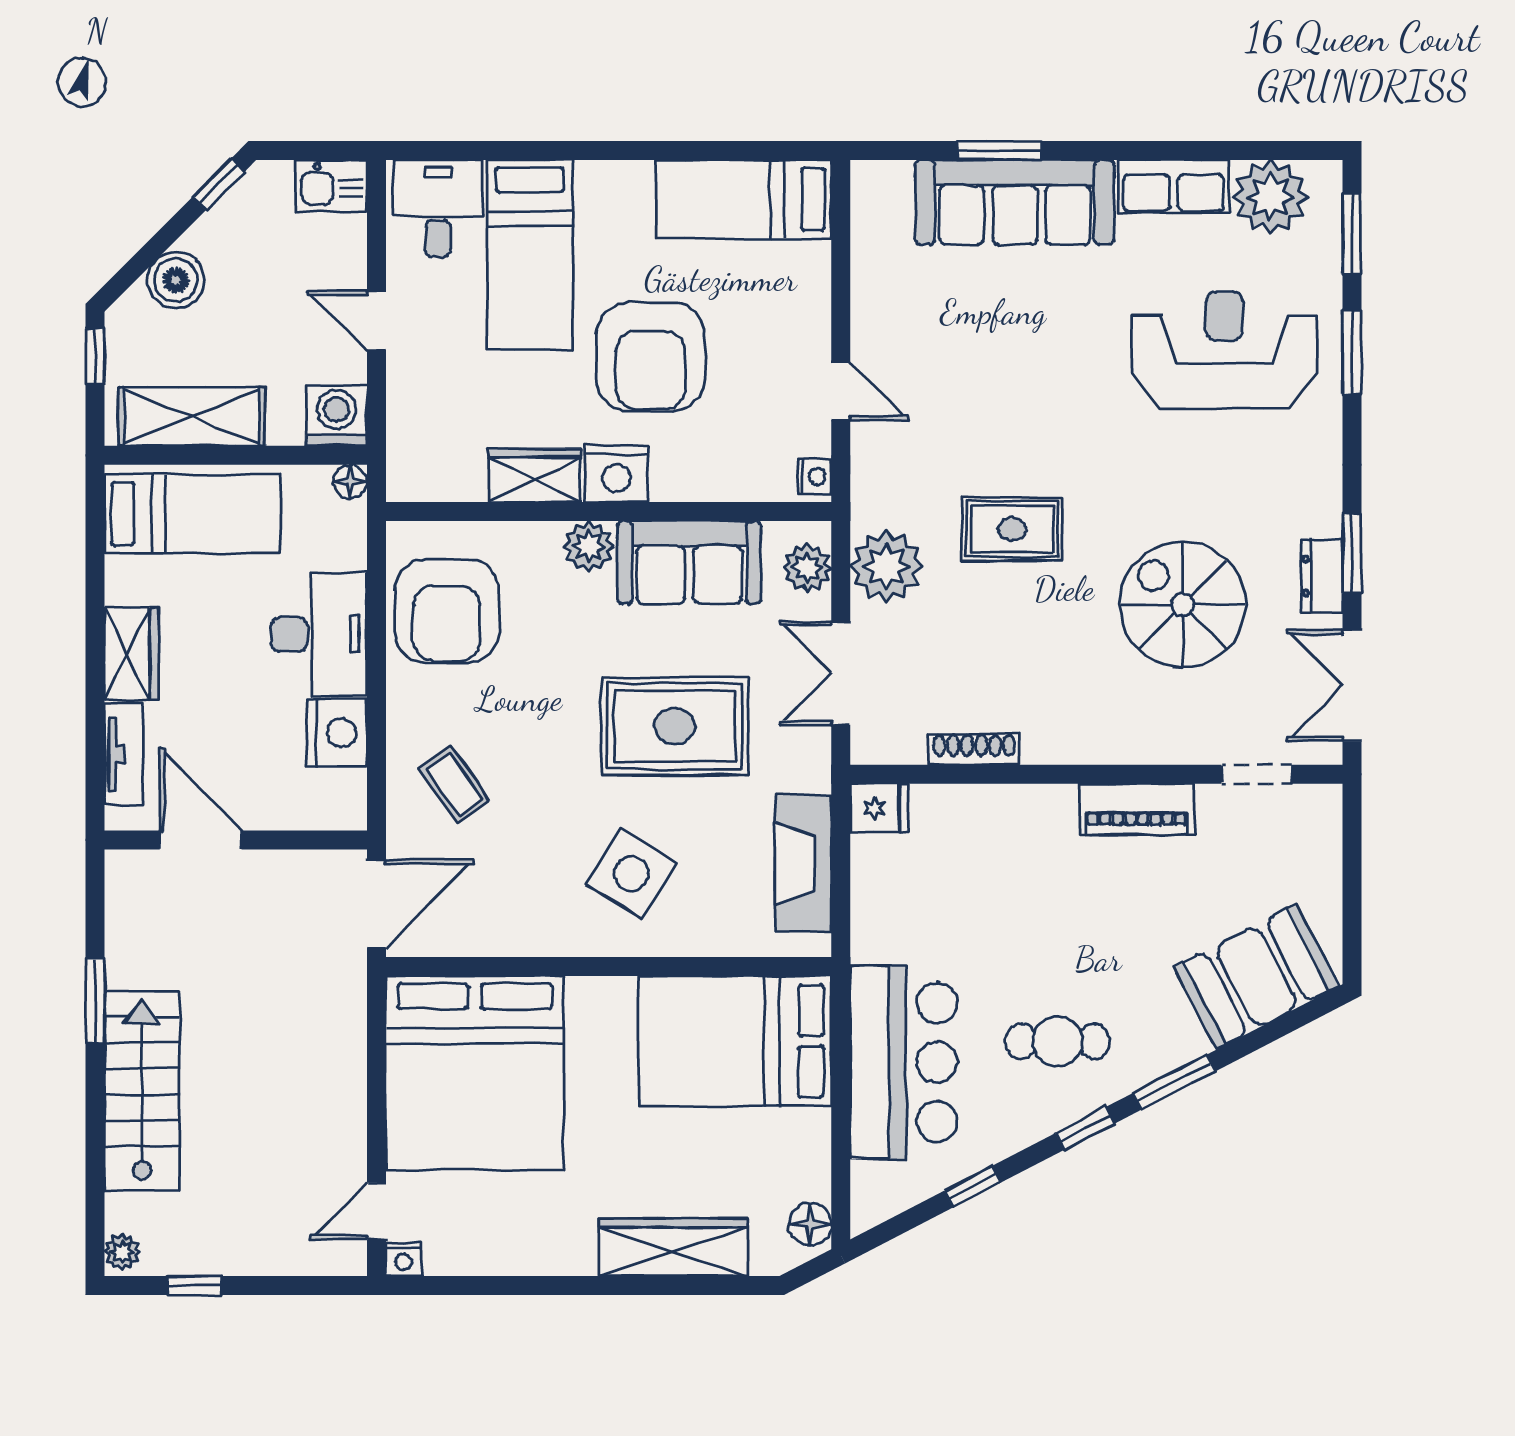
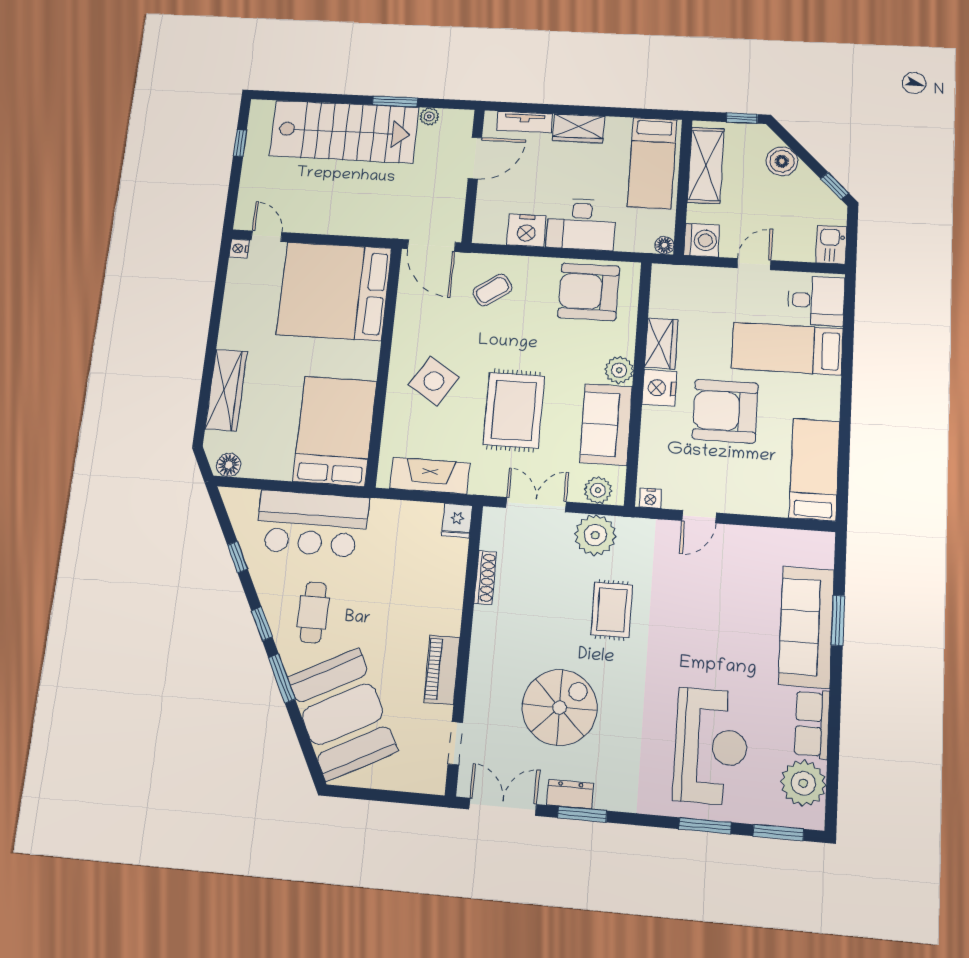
booth: (1256, 977) -> (342, 714), width x1.36, depth x1.42
stairs: (142, 1091) -> (344, 132), width x1.36, depth x1.51
plant: (122, 1252) -> (429, 116), moved

